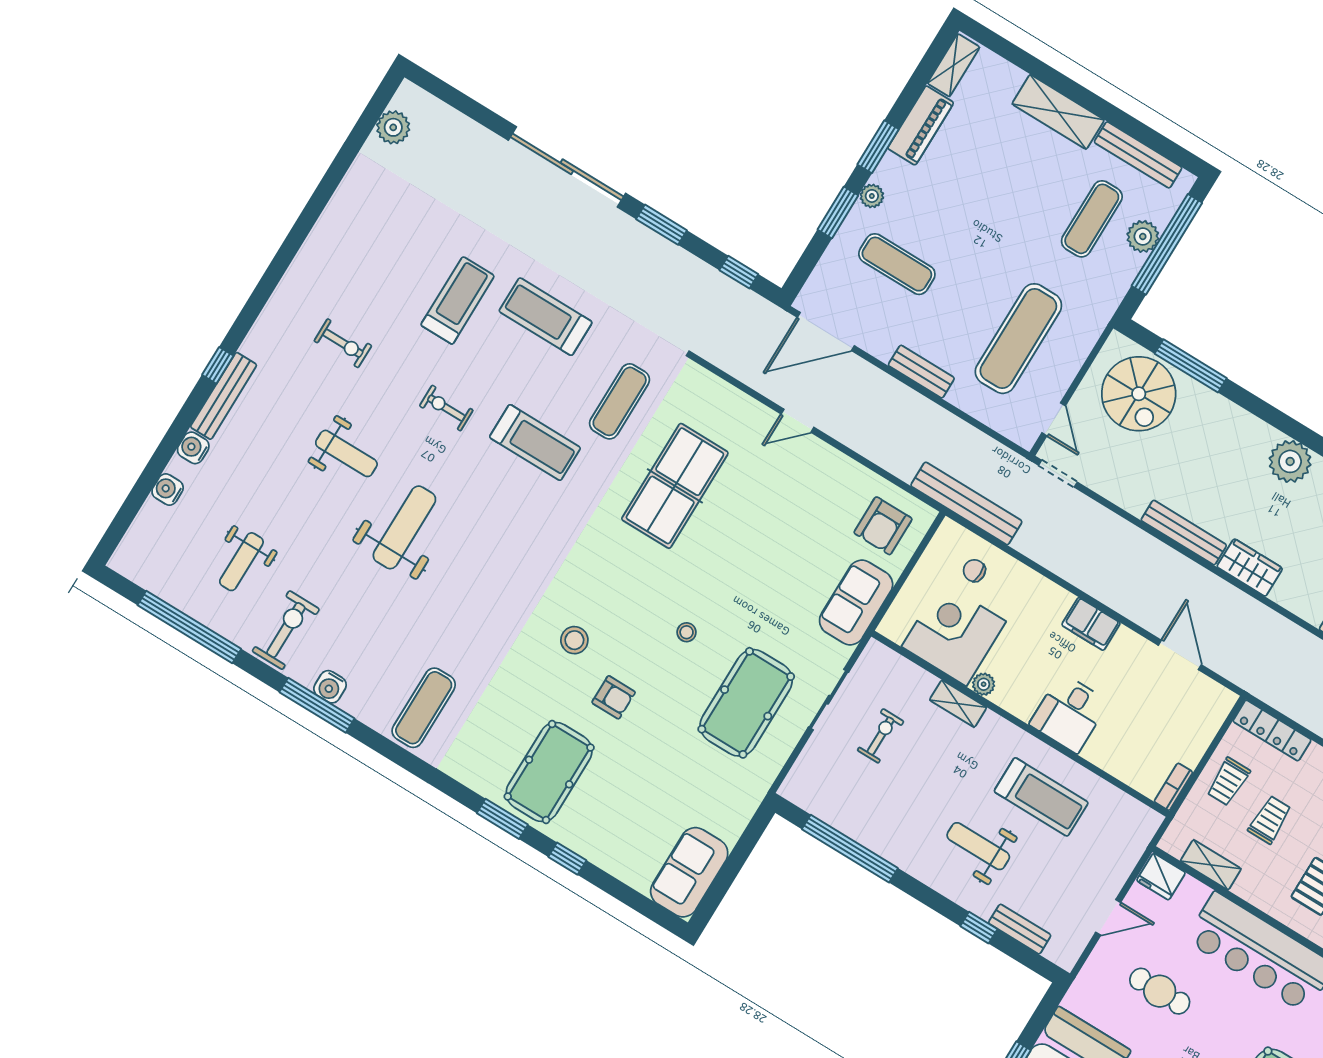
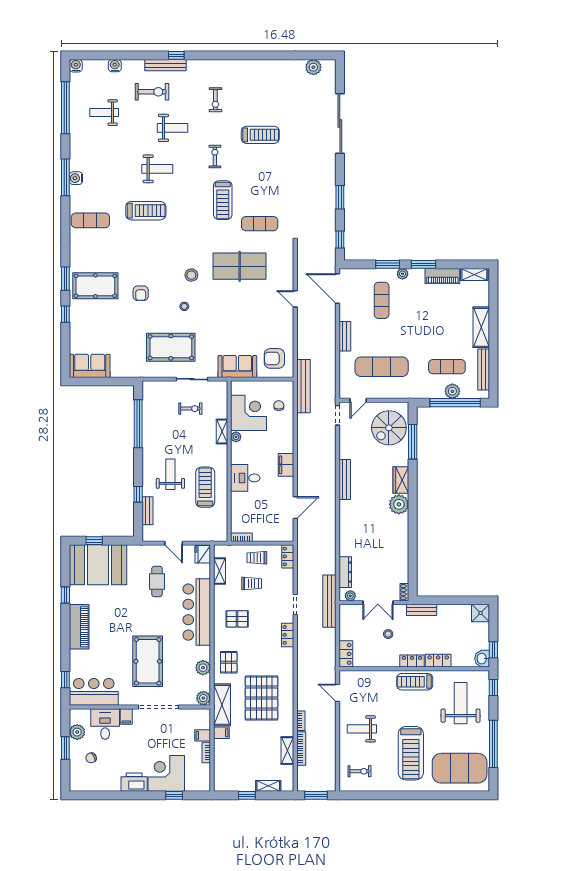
sliding door: (567, 167) -> (340, 123), moved
treadmill: (546, 317) -> (146, 211), moved, turned 90
water cooler: (193, 448) -> (76, 66), moved
weight bench: (346, 453) -> (173, 128), turned -90
weight bench: (404, 527) -> (157, 169), width x0.73, depth x0.75
wardrobe: (1250, 568) -> (401, 480), moved, turned 180
exercise bike: (286, 630) -> (152, 92), moved
stool: (574, 640) -> (191, 275), moved
locker: (1272, 730) -> (288, 556), width x0.66
treadmill: (1041, 797) -> (205, 487), turned 180

